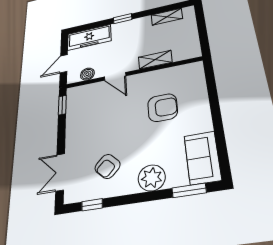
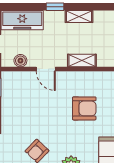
shelving: (167, 17) -> (79, 16), moved

